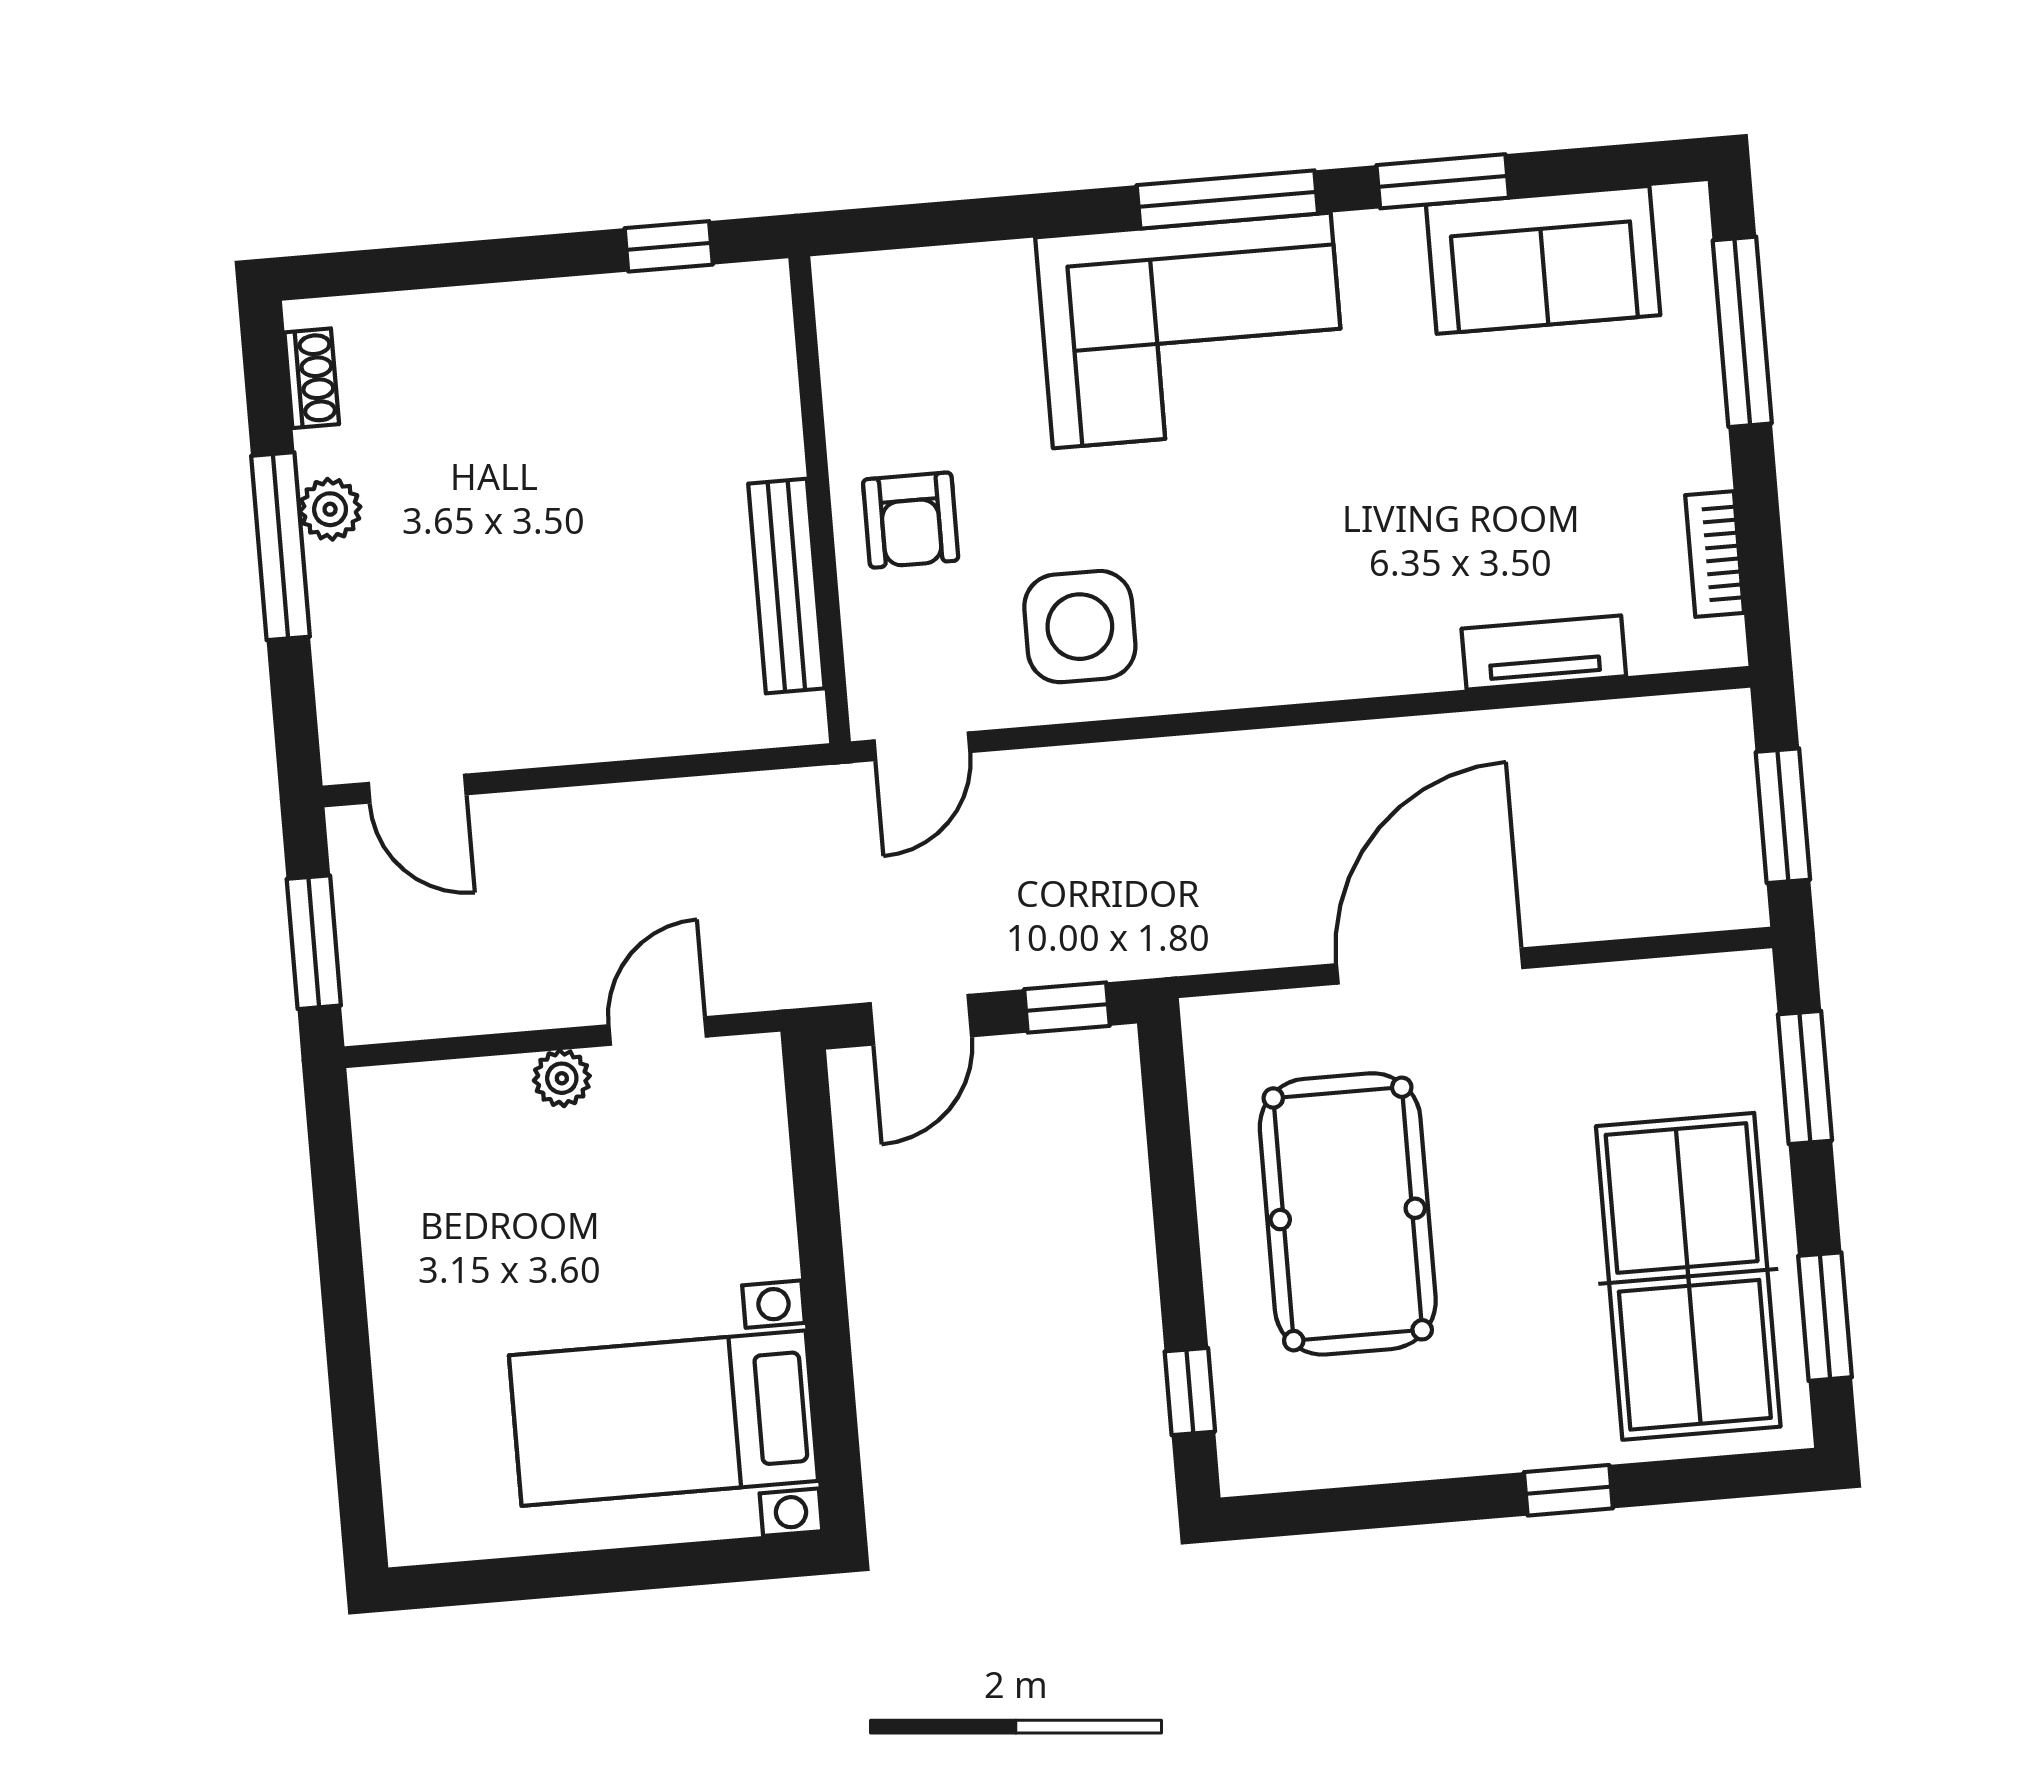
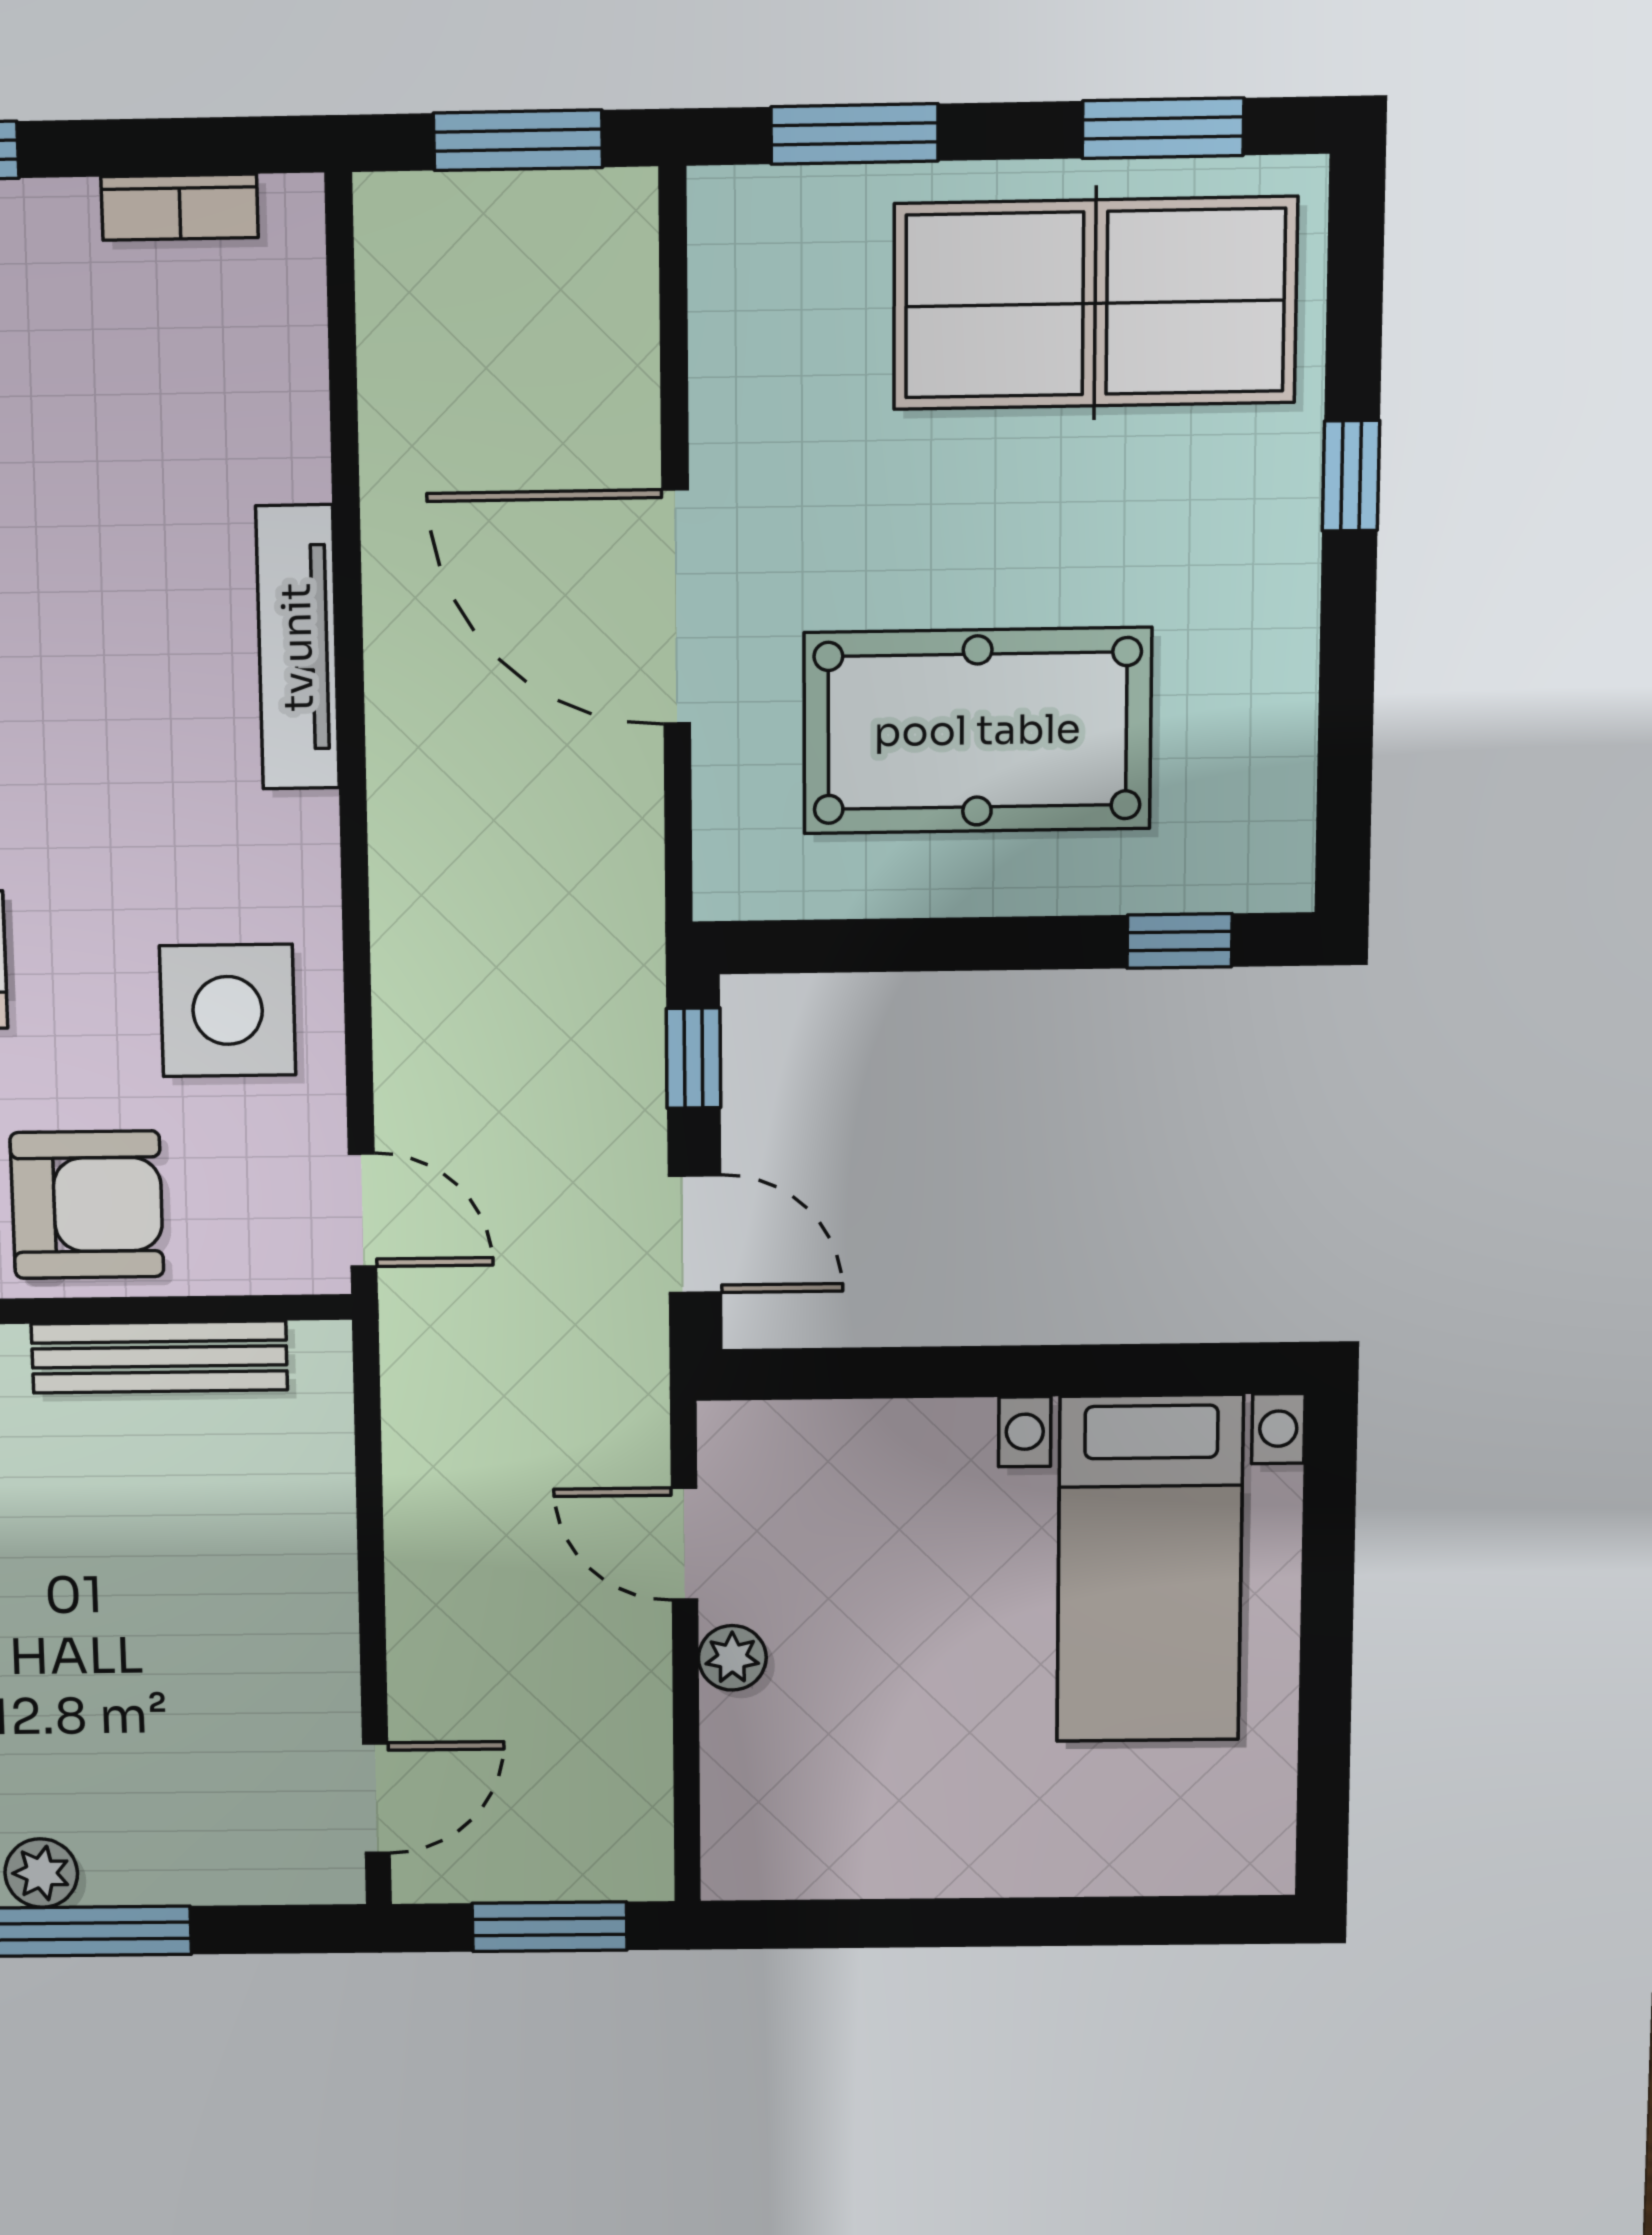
armchair: (911, 520) -> (87, 1205), width x1.38, depth x1.38
tv unit: (1544, 652) -> (298, 647), moved, width x1.41

